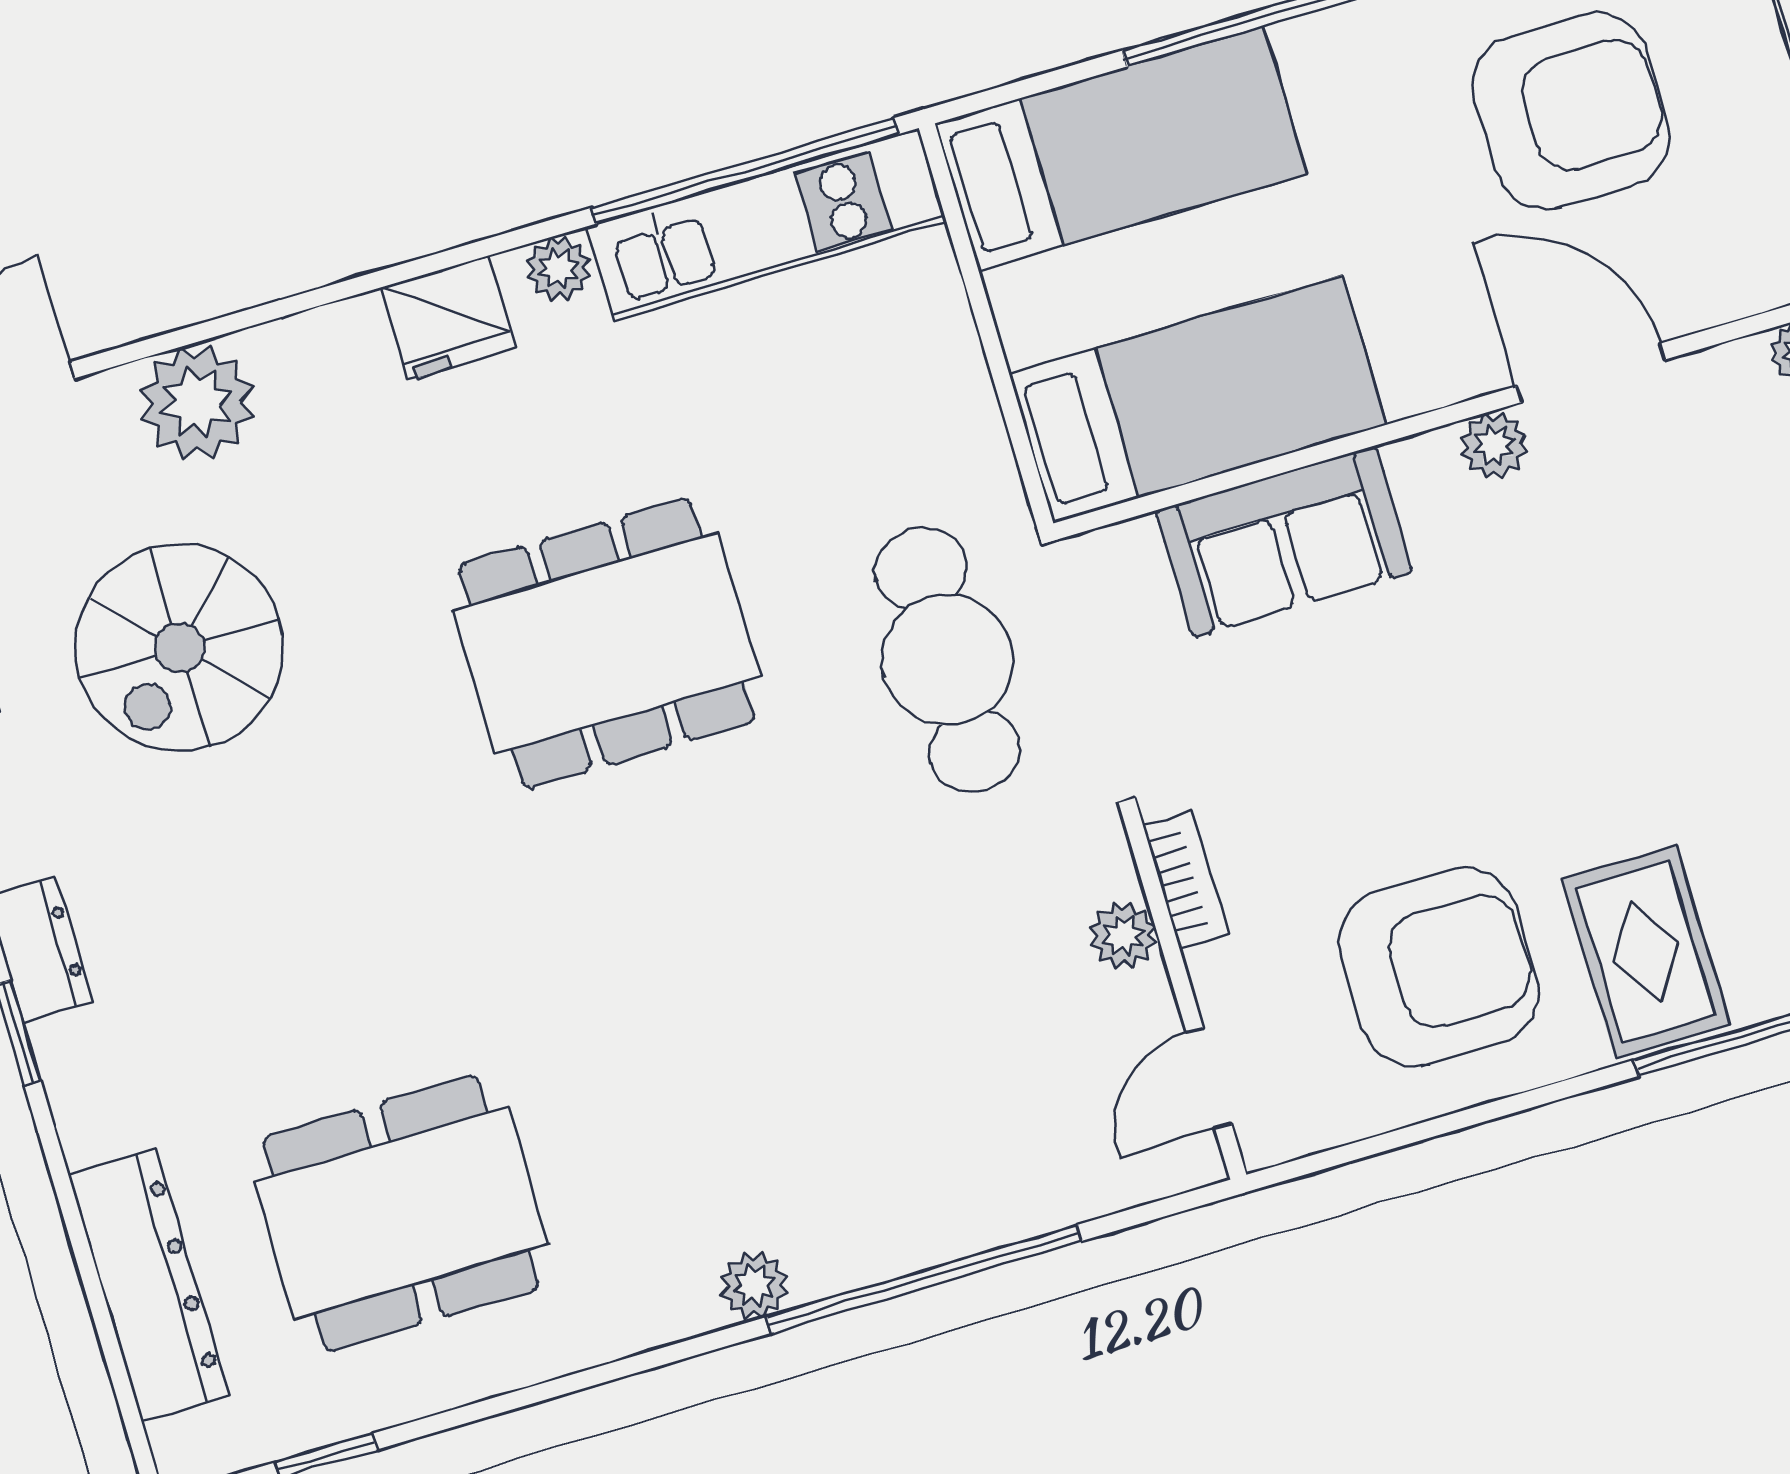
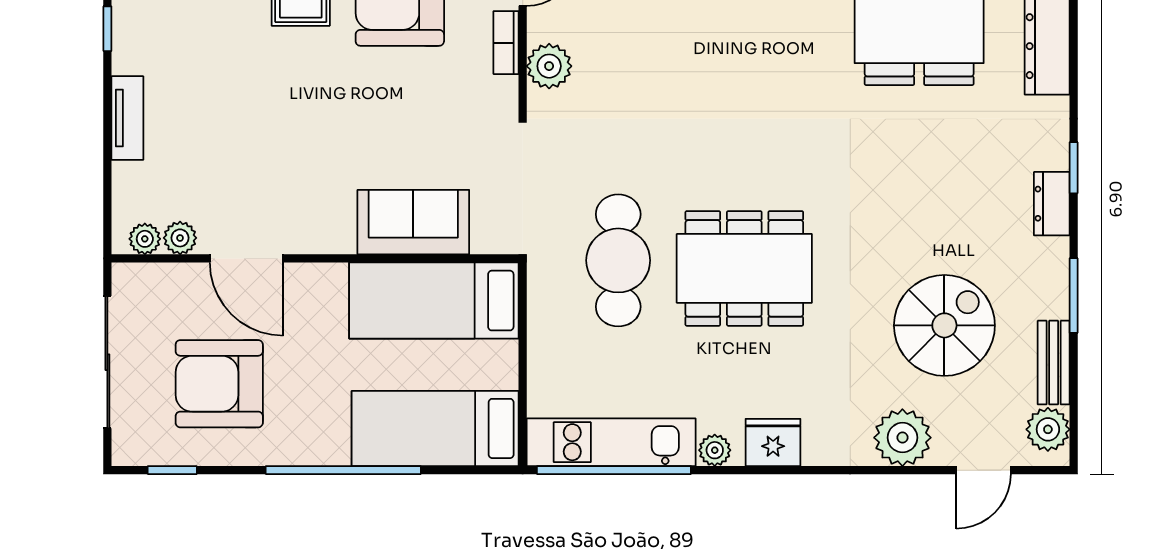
plant: (1494, 445) -> (180, 238), moved
cafe table: (947, 660) -> (618, 260), moved
bookcase: (1186, 880) -> (506, 43), moved
plant: (1123, 936) -> (549, 66), width x1.38, depth x1.38

